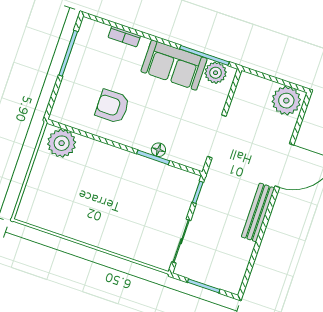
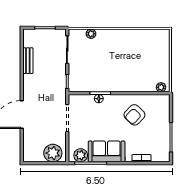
plant: (286, 101) -> (53, 153), moved
armchair: (112, 106) -> (134, 115), turned 134
plant: (62, 143) -> (161, 87), width x0.53, depth x0.53
bench: (258, 212) -> (28, 61), moved, width x0.73
plant: (137, 253) -> (91, 34), added

